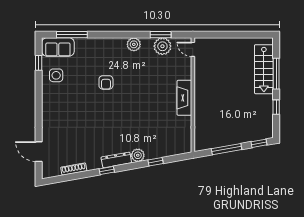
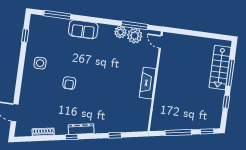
window: (161, 35) -> (135, 25), width x1.44
plant: (134, 44) -> (120, 32), moved
sofa: (58, 47) -> (83, 29), moved
side table: (56, 75) -> (40, 63), moved
armchair: (106, 82) -> (69, 83), moved
plant: (138, 155) -> (100, 128), removed

